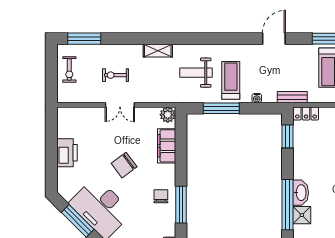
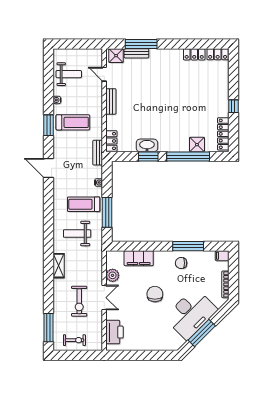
weight bench: (196, 73) -> (77, 234), turned 90
exercise bike: (116, 75) -> (79, 301), width x1.38, depth x1.39
plant: (168, 115) -> (113, 275), moved
window: (288, 136) -> (148, 157), moved
printer: (67, 153) -> (114, 332), moved, turned 90
chair: (124, 165) -> (155, 294), turned -143
washbasin: (301, 193) -> (147, 145), moved

